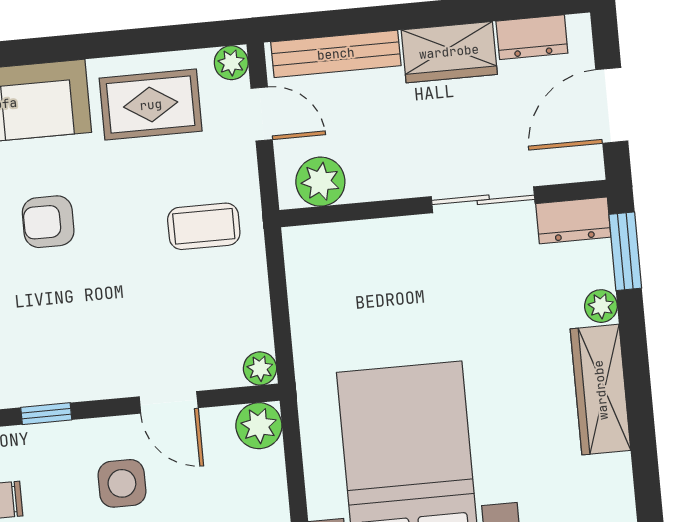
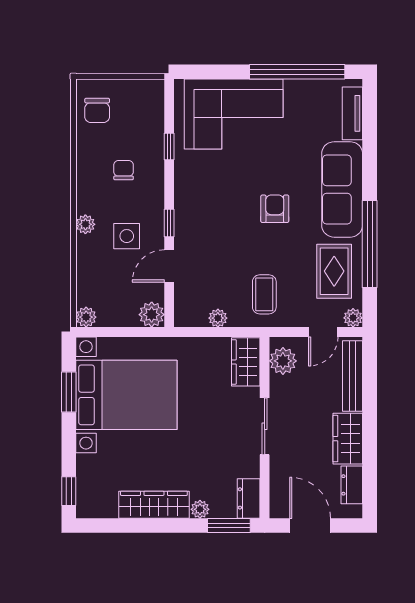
window: (96, 45) -> (370, 244), added
sliding door: (483, 200) -> (265, 426), moved
wardrobe: (328, 248) -> (246, 362), added
plant: (260, 368) -> (218, 318), moved
window: (46, 414) -> (169, 223), moved

